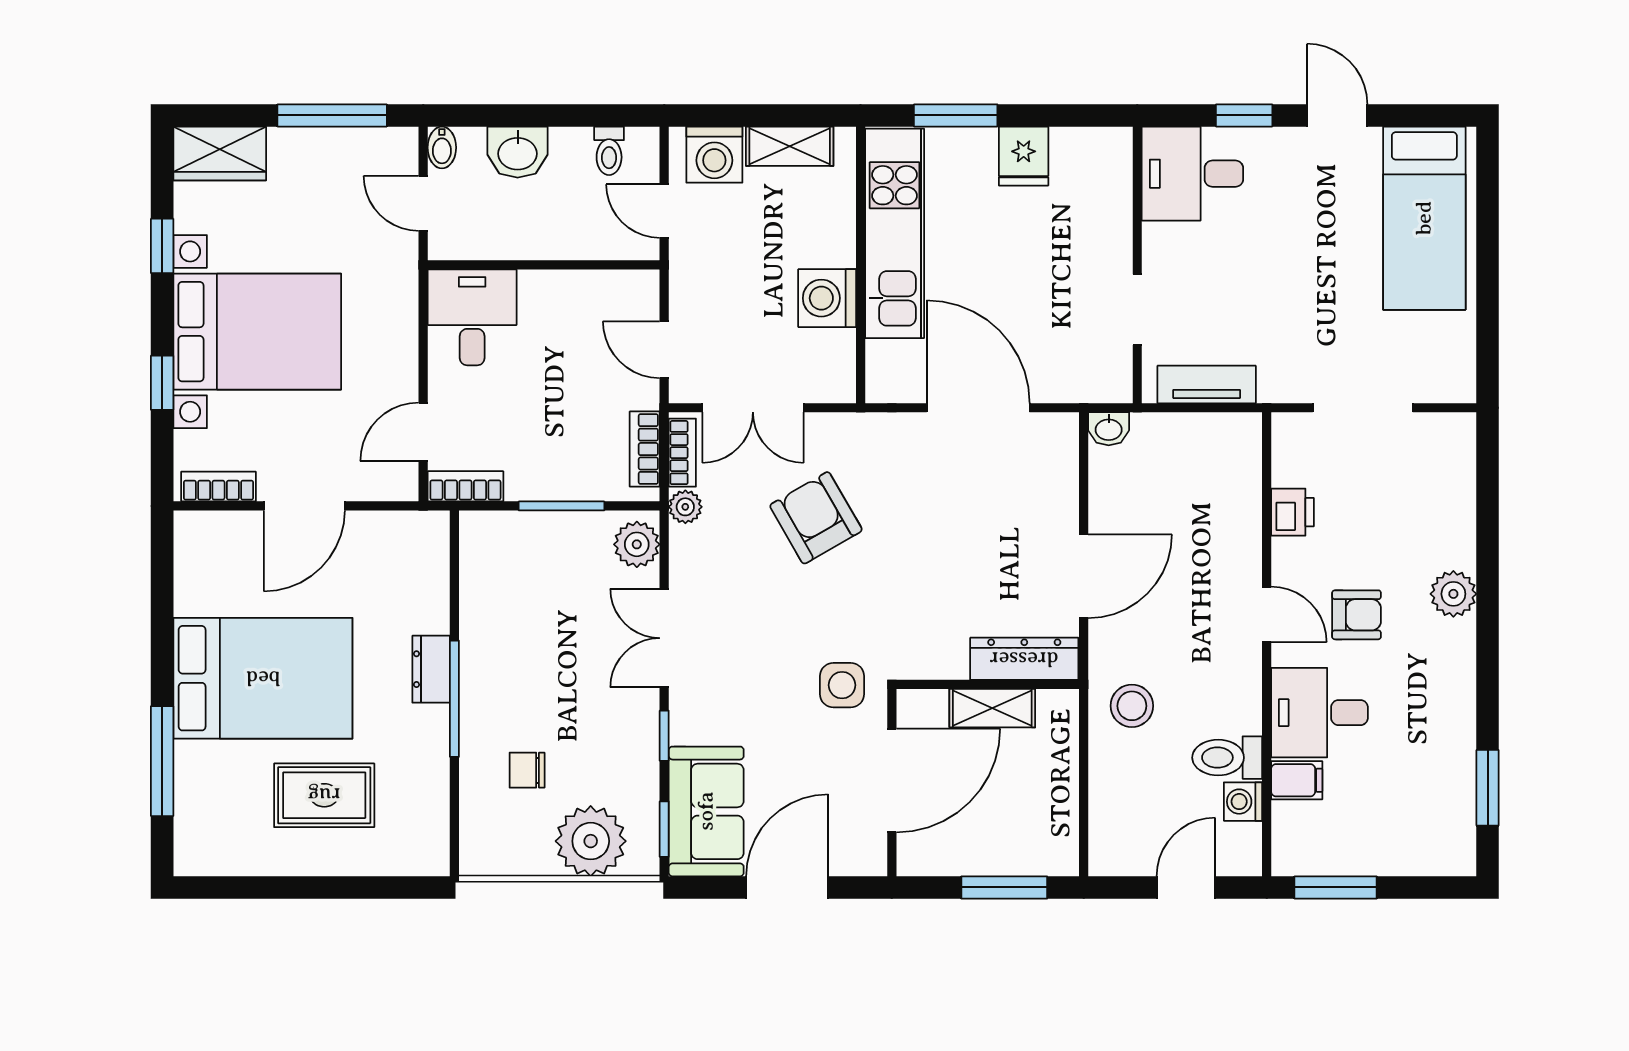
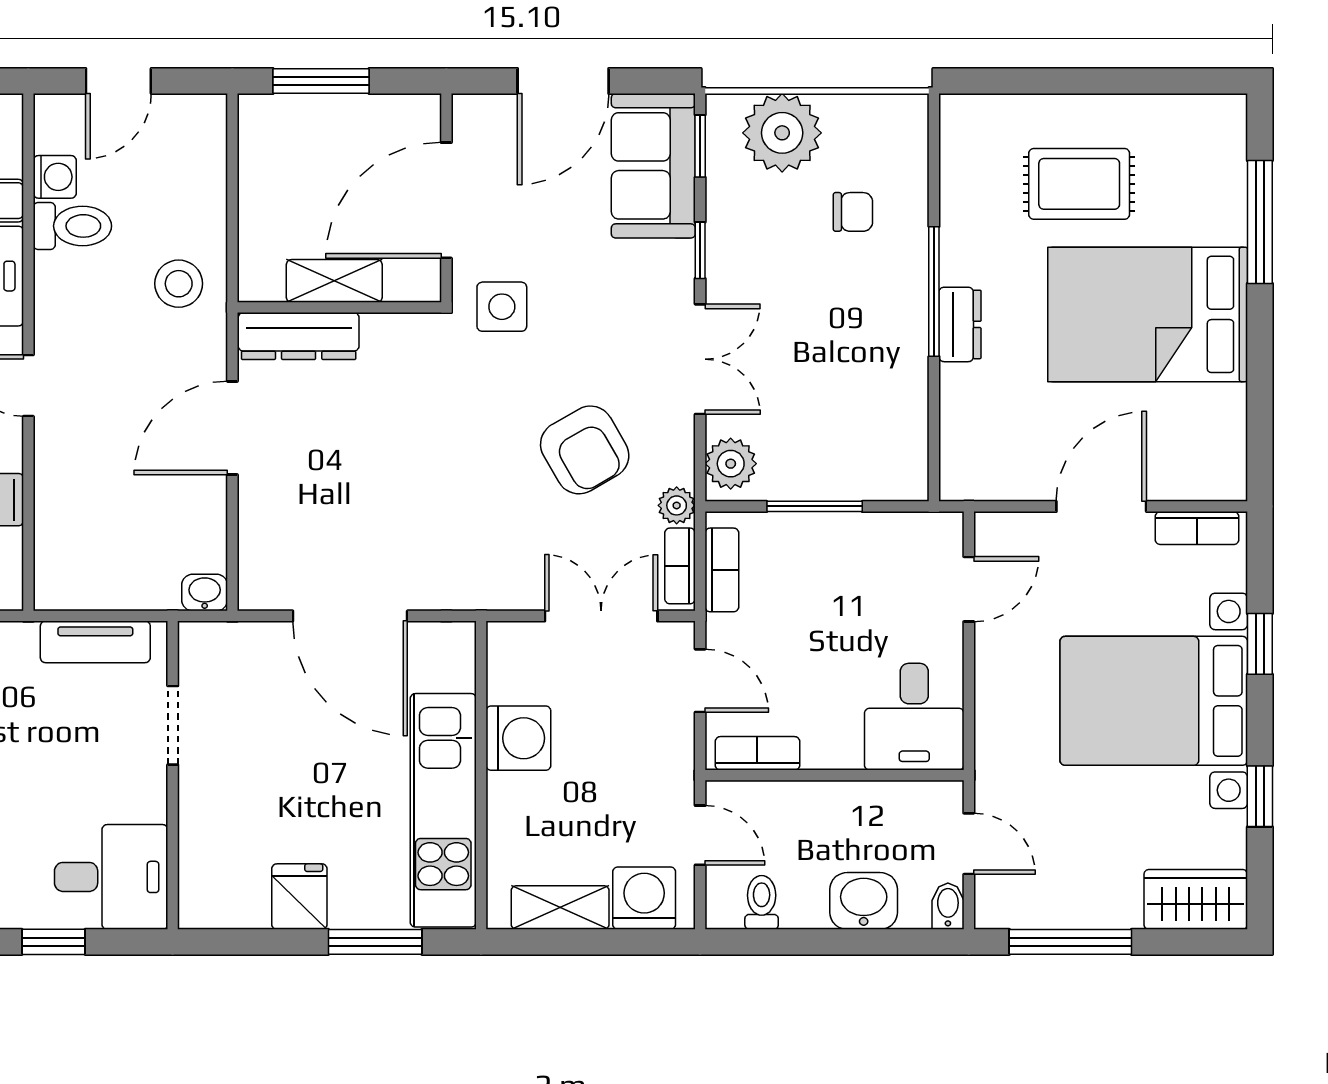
bookcase: (465, 486) -> (757, 753), moved, turned 180
armchair: (816, 518) -> (585, 450), moved

